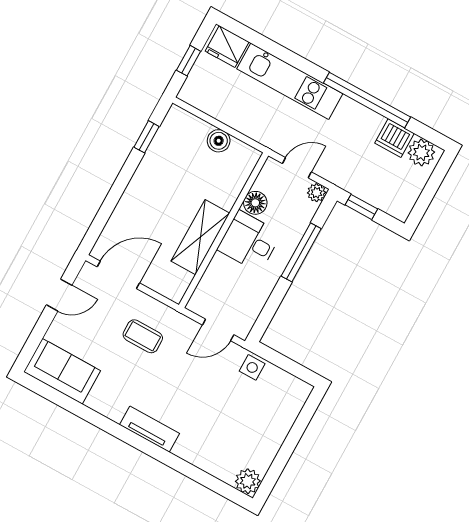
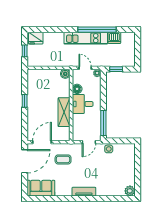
kitchen unit: (290, 81) -> (86, 38), moved
window: (147, 137) -> (25, 101), moved
boiler: (219, 141) -> (65, 74), moved
plant: (421, 152) -> (127, 38), removed
door: (297, 168) -> (85, 68), hinge flipped
window: (301, 252) -> (103, 123), moved
door: (59, 295) -> (25, 161), width x1.87

